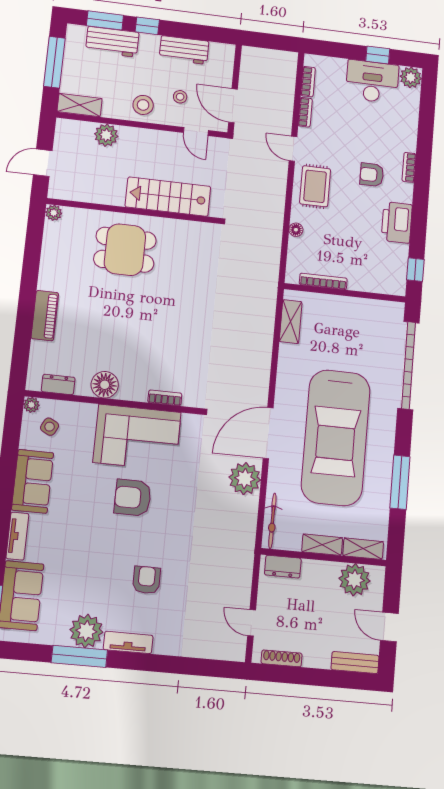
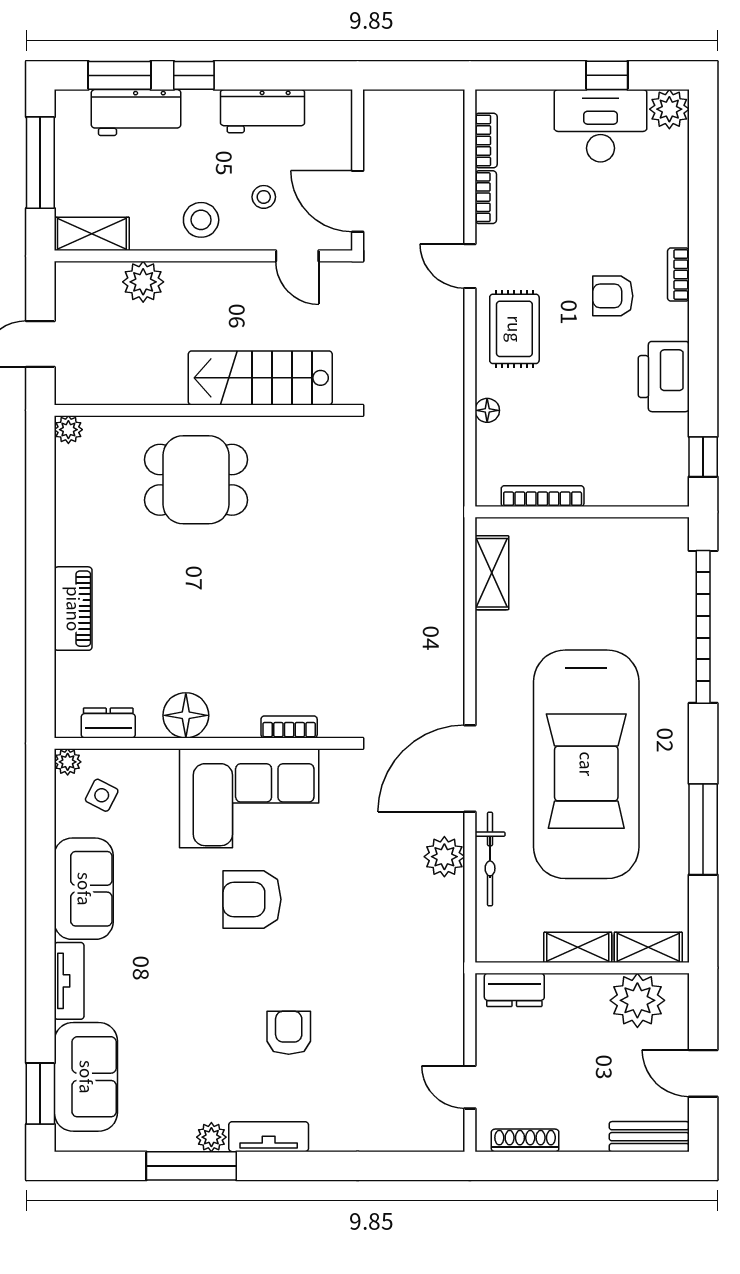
plant: (245, 479) -> (444, 857), width x0.73, depth x0.73
bicycle: (272, 521) -> (490, 859), moved
plant: (86, 631) -> (211, 1137), width x0.53, depth x0.53

